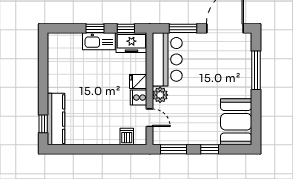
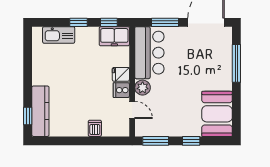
kitchen sink: (99, 41) -> (59, 35), moved
dishwasher: (127, 136) -> (95, 128), moved

